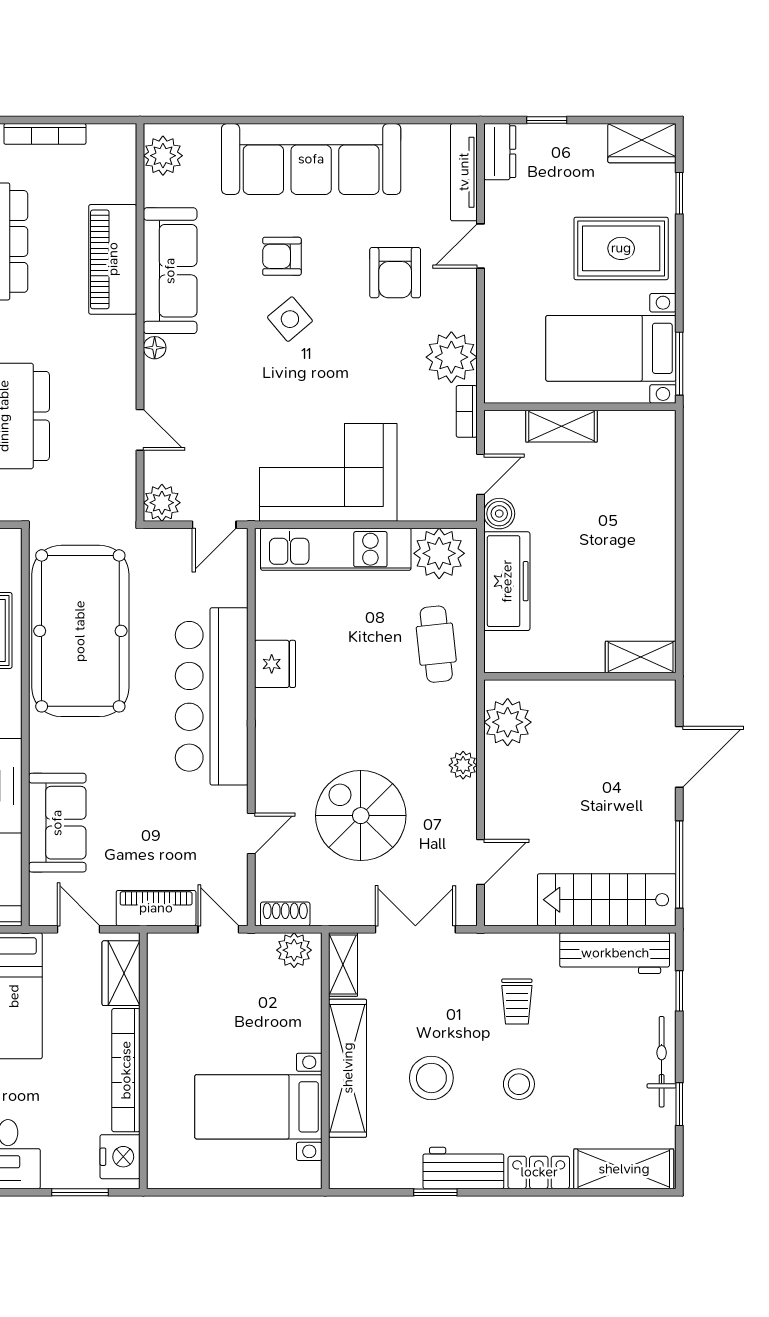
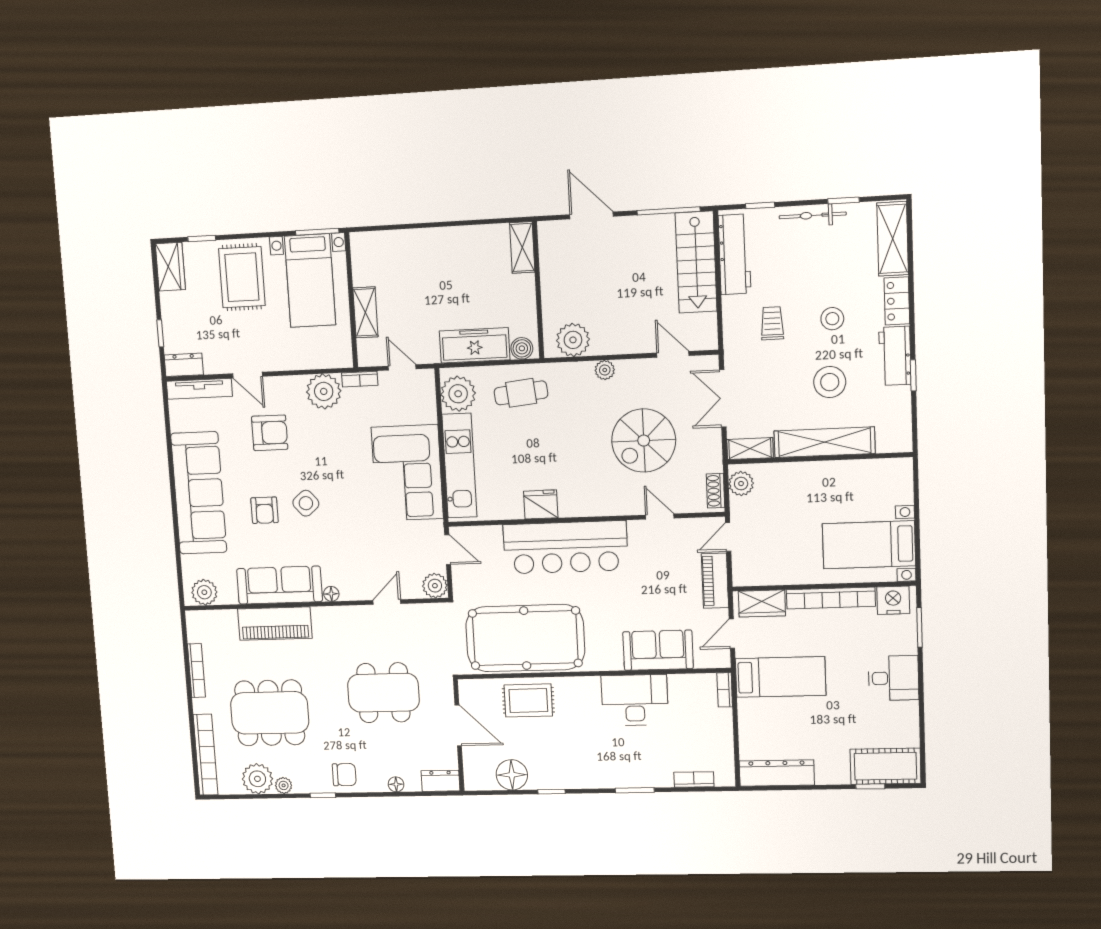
boiler: (499, 514) -> (522, 348), moved
trolley: (517, 1002) -> (772, 323), turned -90
bed with nightstands: (258, 1107) -> (869, 545), moved, turned 90

